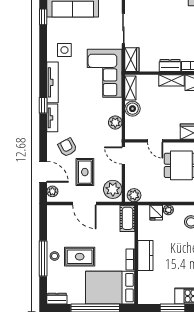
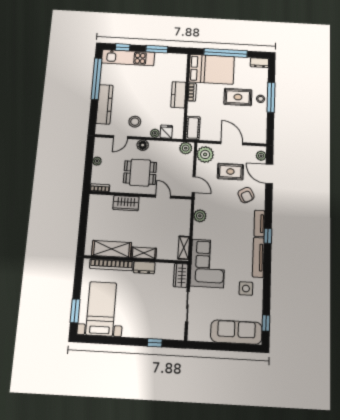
boiler: (132, 109) -> (183, 228), removed
rug: (85, 172) -> (230, 172), turned 90
floor lamp: (181, 196) -> (143, 145), added

